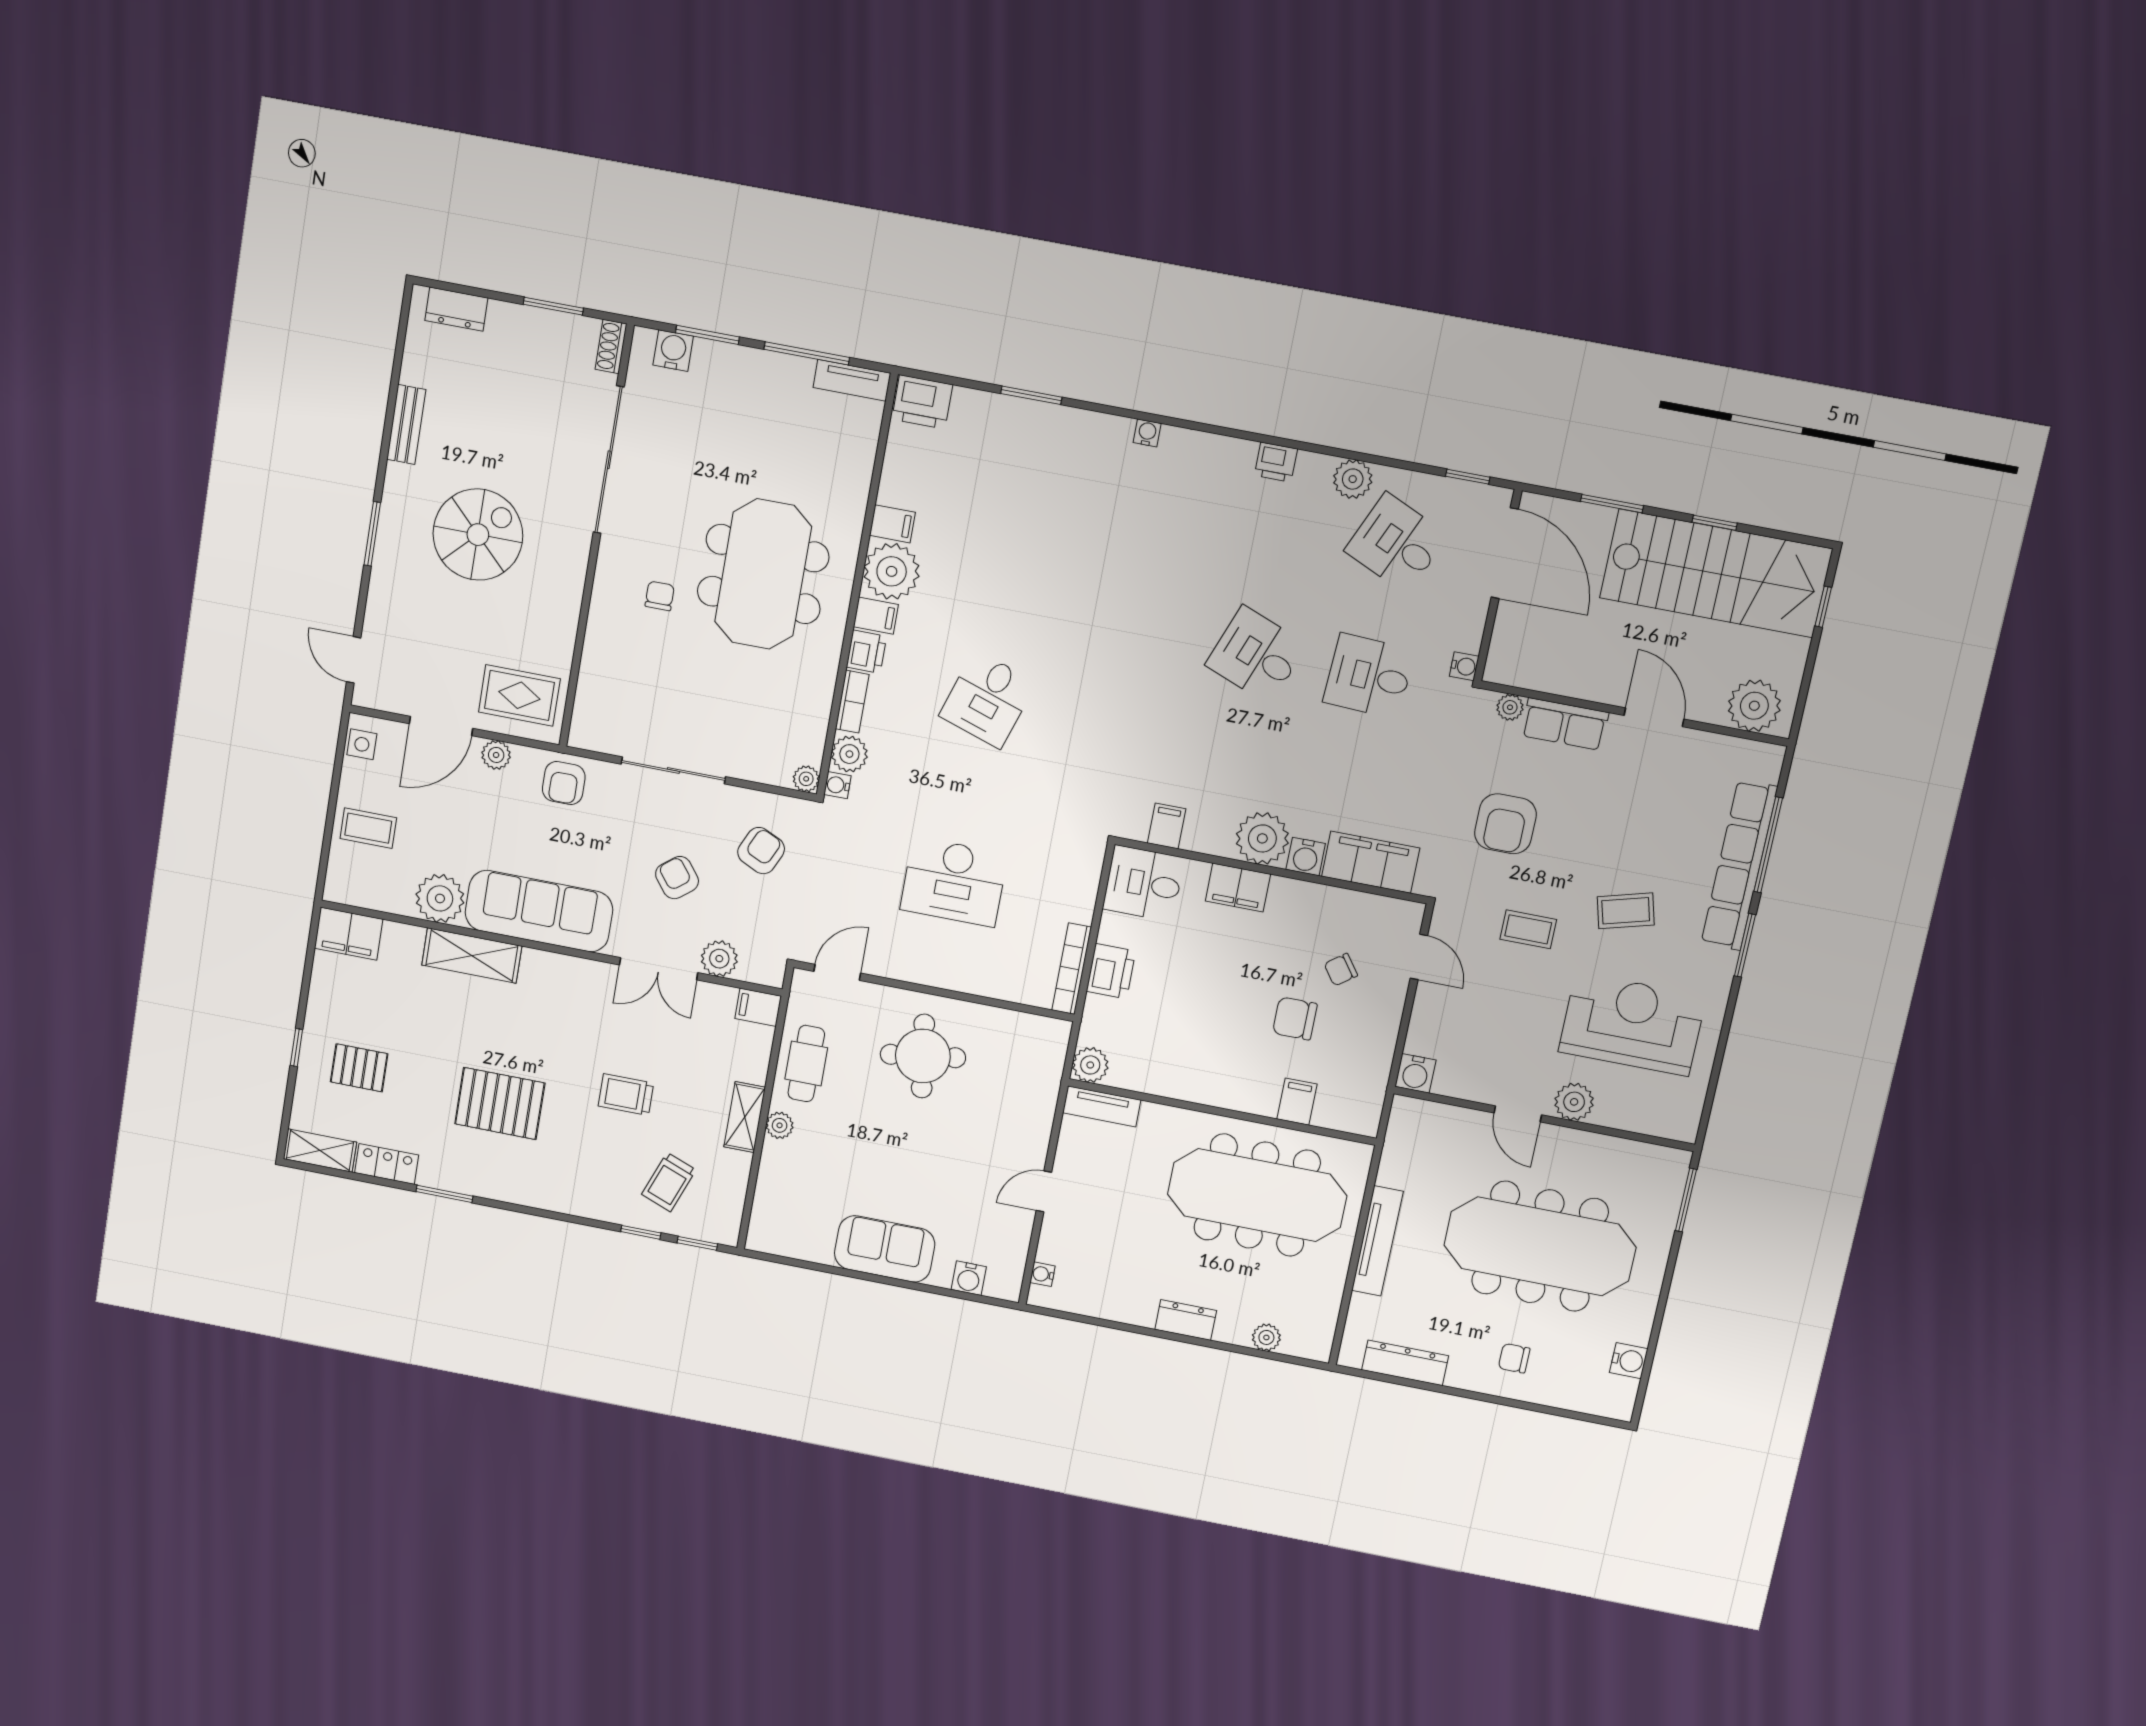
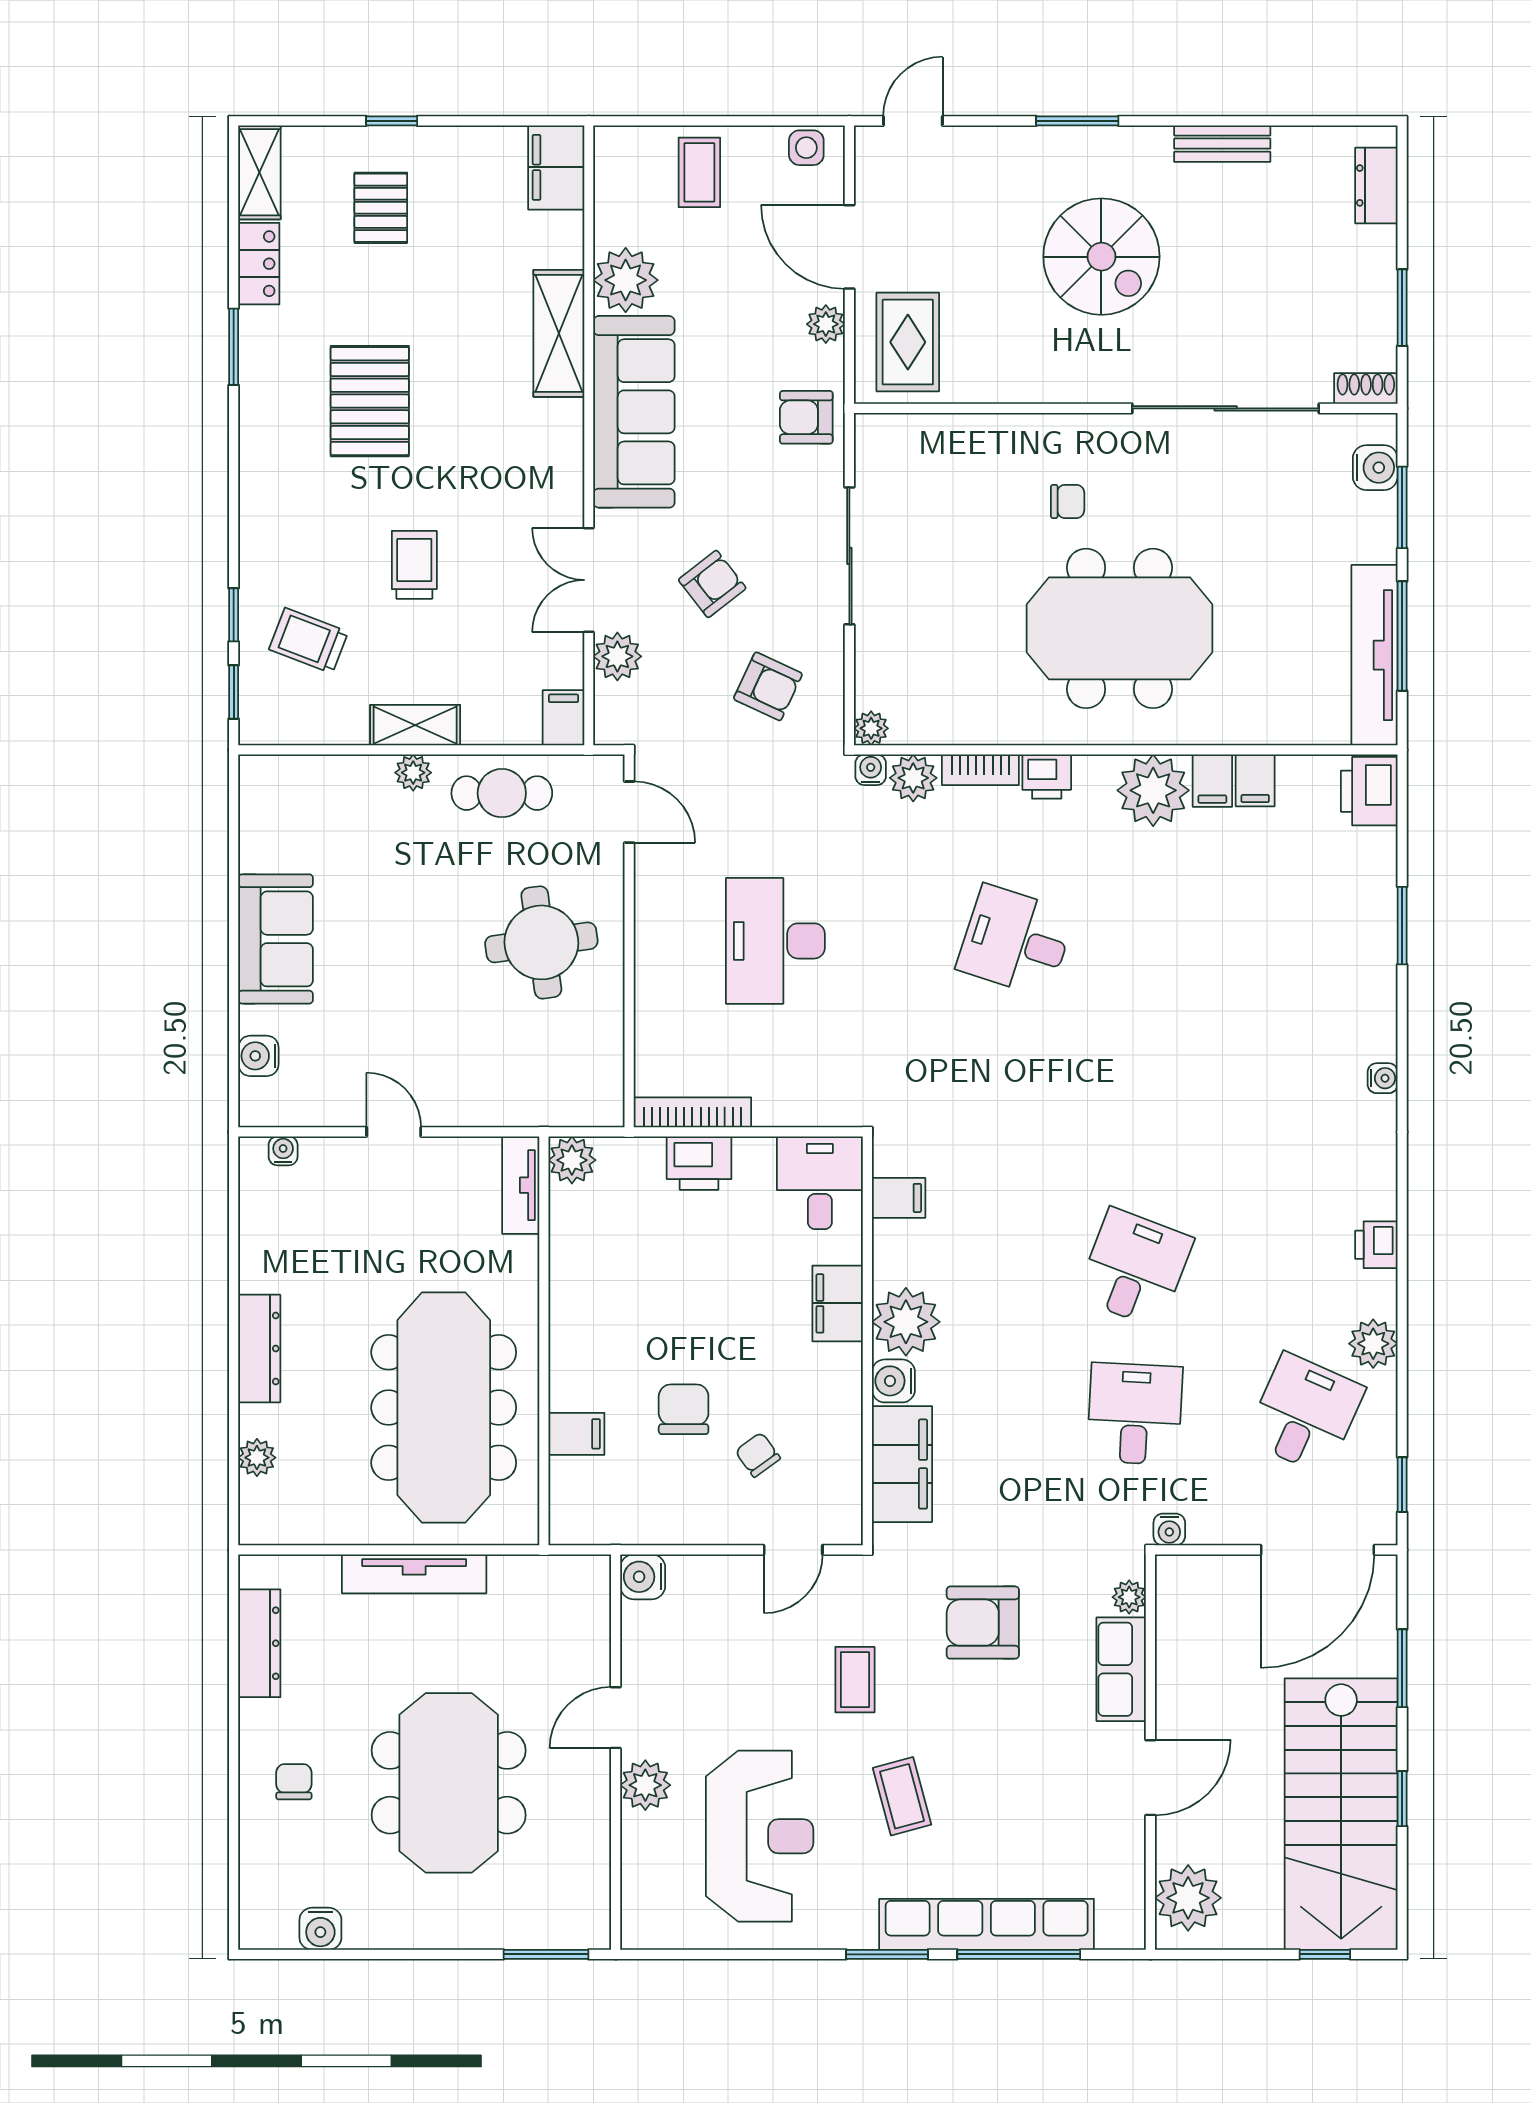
tv unit: (852, 380) -> (1375, 655), width x1.92, depth x1.29
filing cabinet: (876, 616) -> (1255, 780), moved
meeting table: (1540, 1246) -> (449, 1783), width x0.73
dresser: (1186, 1320) -> (259, 1349), width x1.44

